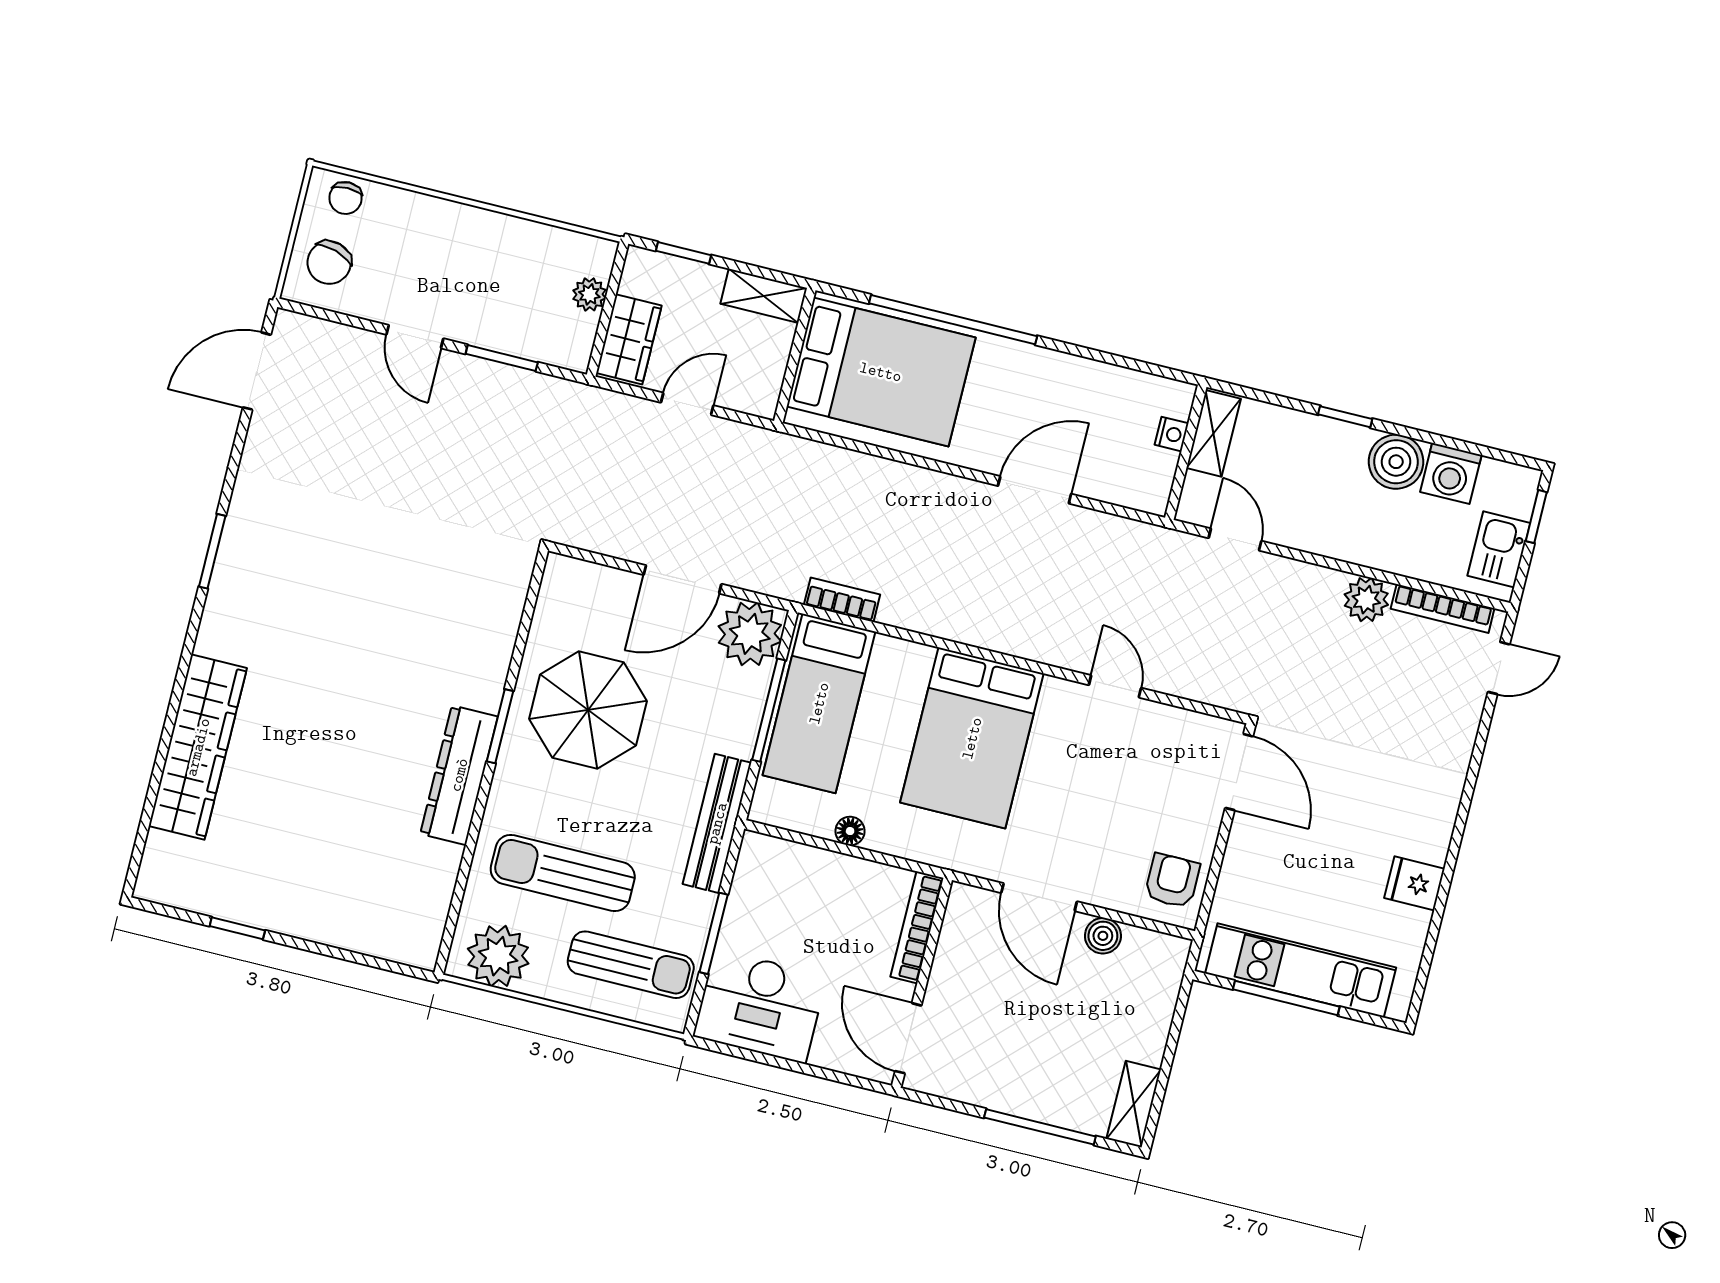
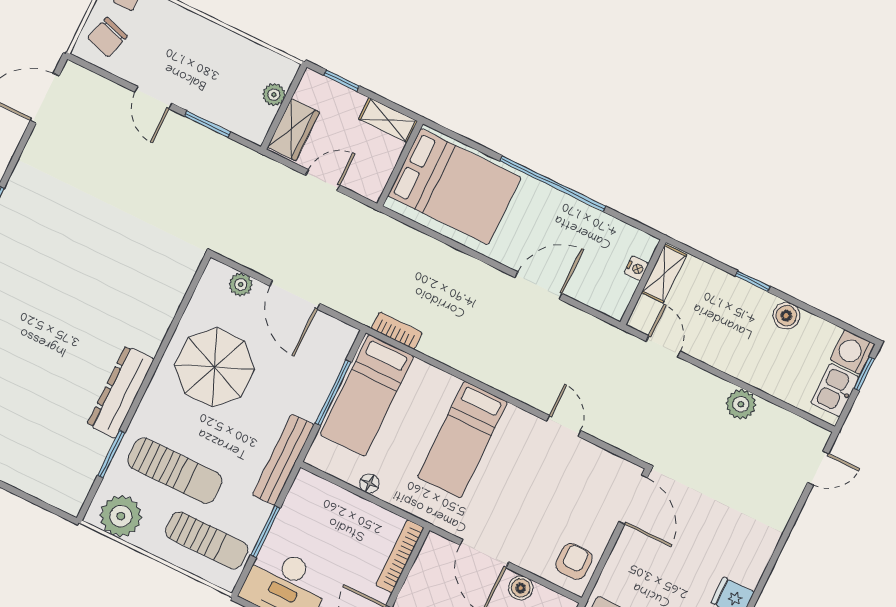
window: (953, 320) -> (553, 184), moved
boiler: (1396, 462) -> (786, 316), width x0.73, depth x0.73
washing machine: (1451, 473) -> (853, 352), moved, turned 90
door: (683, 579) -> (295, 295), hinge flipped
bookcase: (1443, 609) -> (790, 421), removed
plant: (750, 634) -> (241, 284), moved, width x0.53, depth x0.53
window: (500, 726) -> (111, 454), moved
bed: (972, 738) -> (462, 440), width x0.67
sun lounger: (563, 873) -> (175, 471), turned 180

